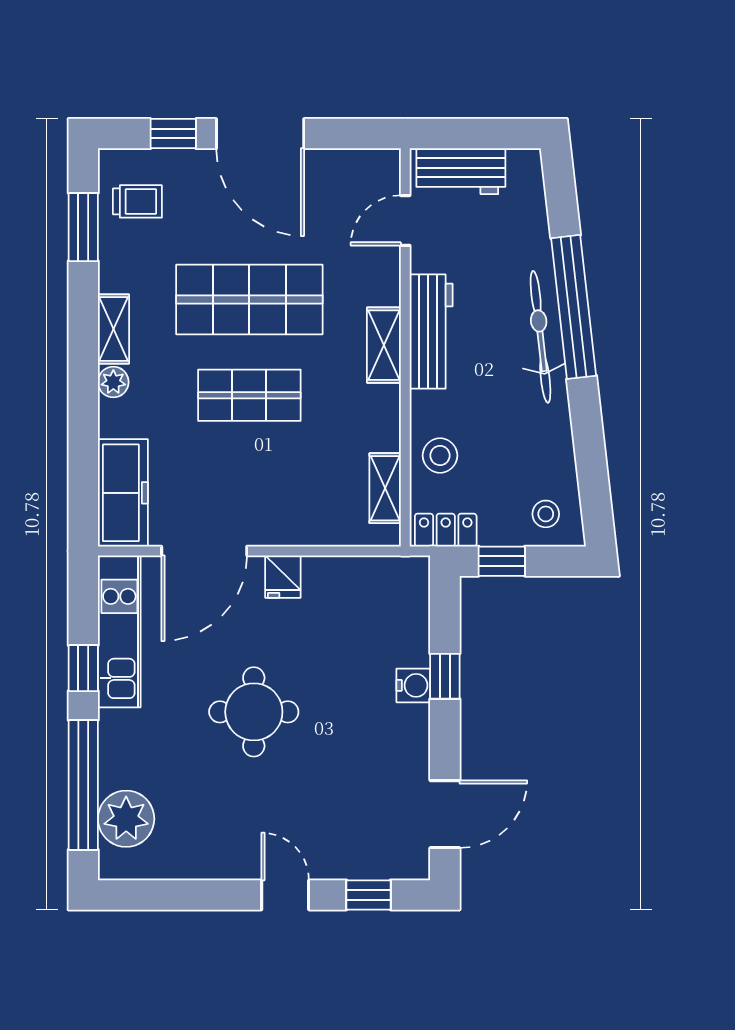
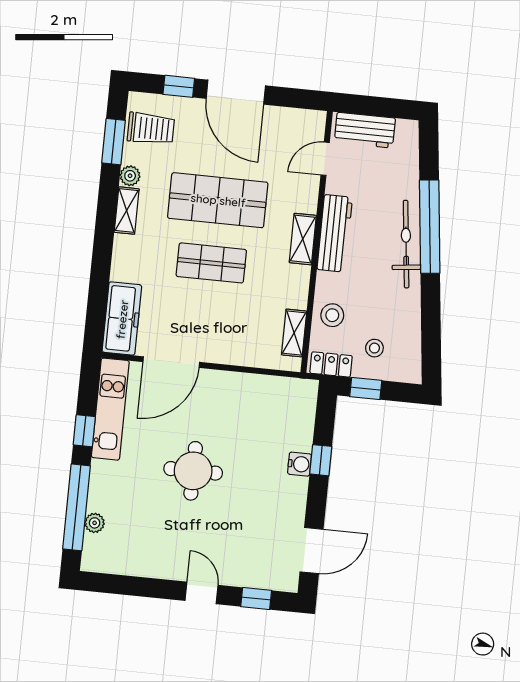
trolley: (137, 201) -> (151, 129), width x1.36, depth x1.39
plant: (113, 382) -> (130, 176), moved
stool: (546, 514) -> (374, 348), moved
fridge: (283, 577) -> (221, 384), removed
plant: (126, 819) -> (95, 523), width x0.53, depth x0.53

